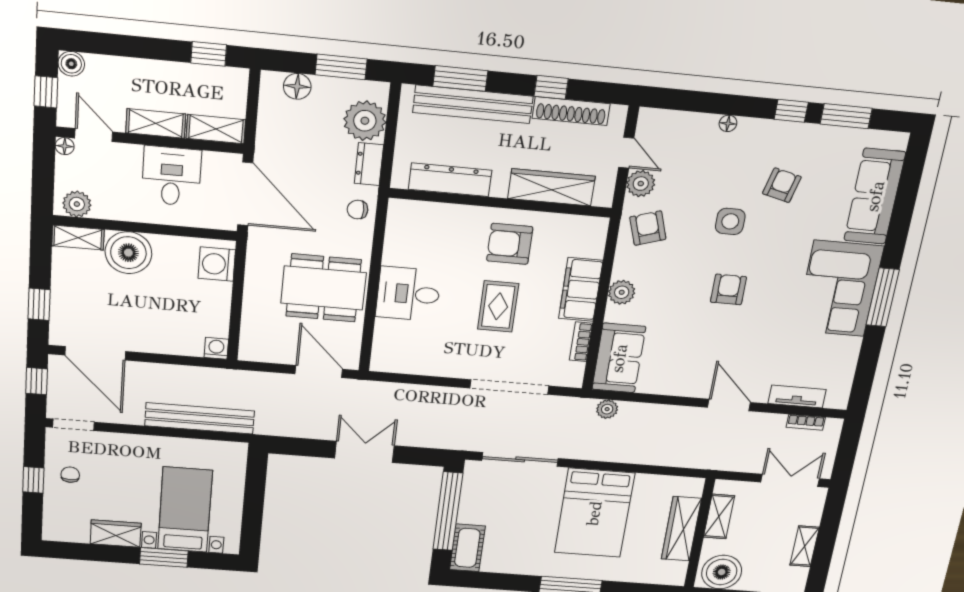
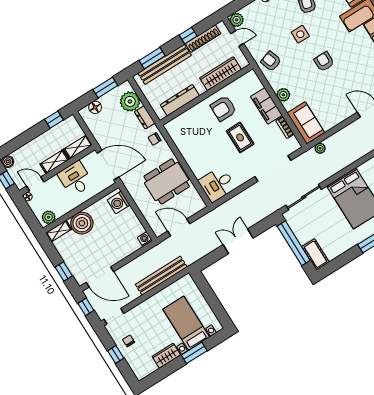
plant: (641, 184) -> (237, 20), moved
desk: (408, 294) -> (217, 184), moved
door: (319, 372) -> (179, 227), moved

